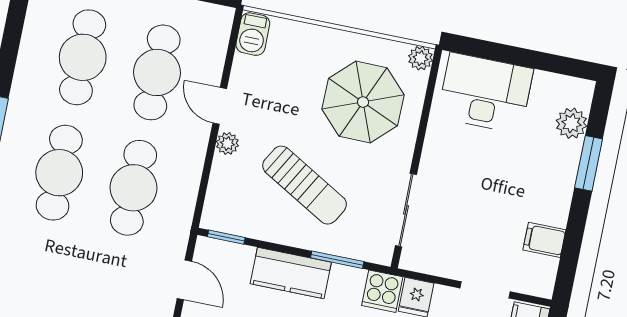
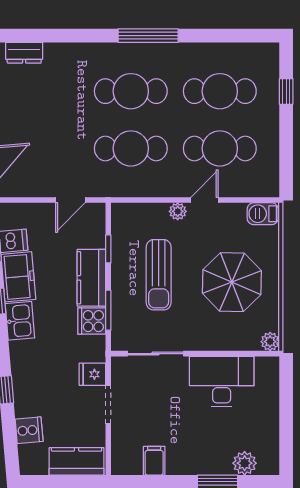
desk: (485, 93) -> (222, 382), moved, turned -90
parasol: (363, 102) -> (232, 282), moved
sun lounger: (305, 185) -> (159, 275), turned -30
window: (226, 237) -> (108, 249), moved
doorway: (485, 290) -> (108, 405), moved
cooker: (382, 291) -> (92, 321), moved

